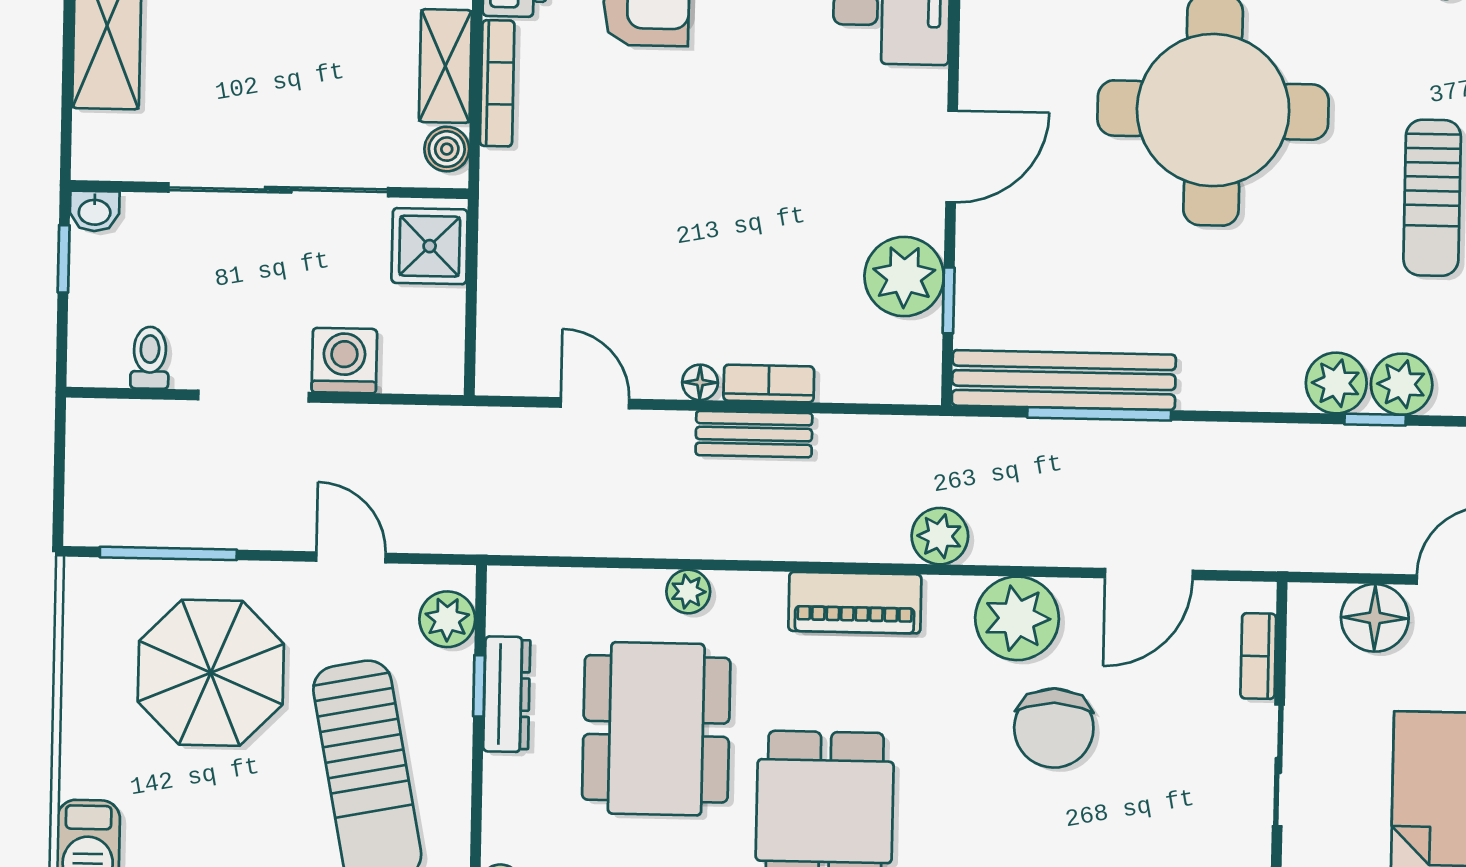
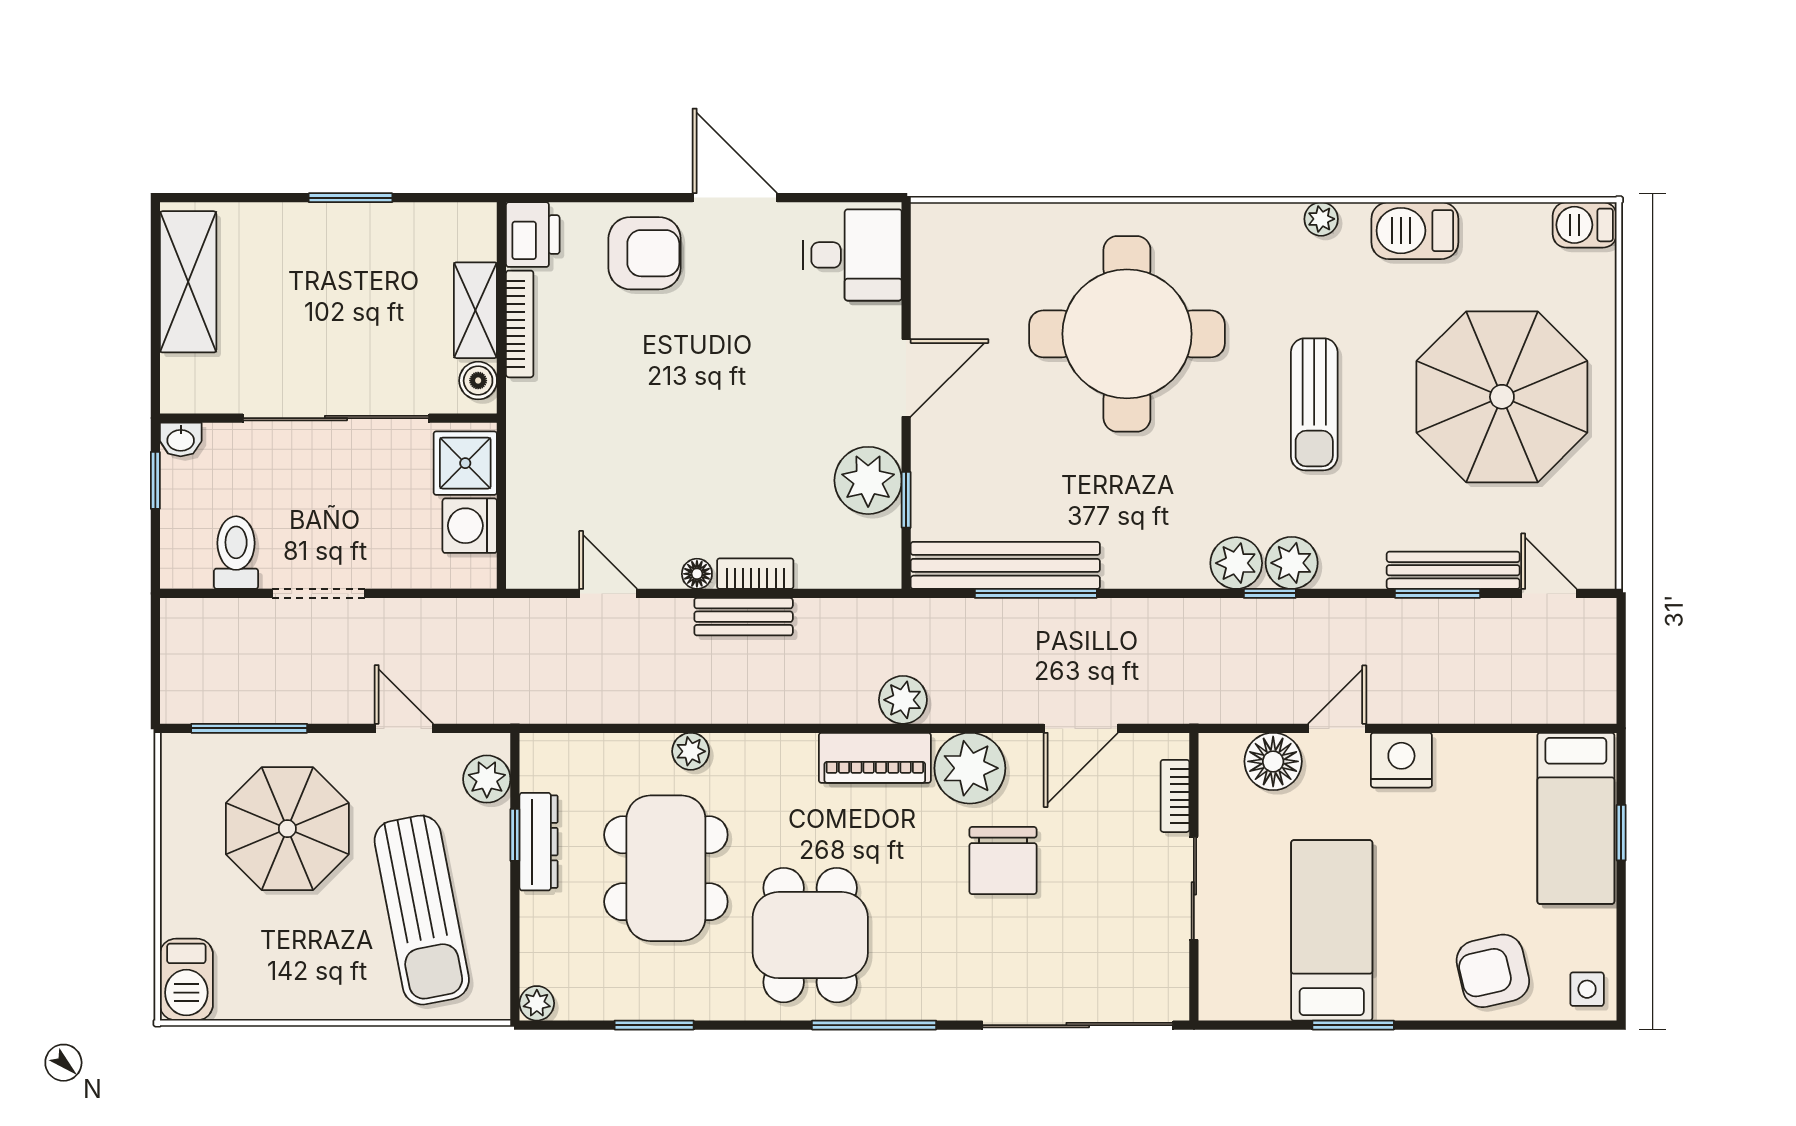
toilet: (150, 358) -> (236, 553), width x1.37, depth x1.39
washing machine: (344, 361) -> (470, 526), moved, turned -90
piano: (855, 603) -> (875, 758), moved

